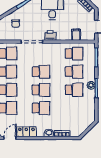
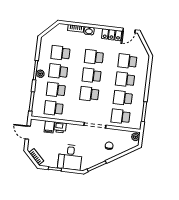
printer: (50, 35) -> (60, 127), moved
school desk: (74, 108) -> (60, 53), added

